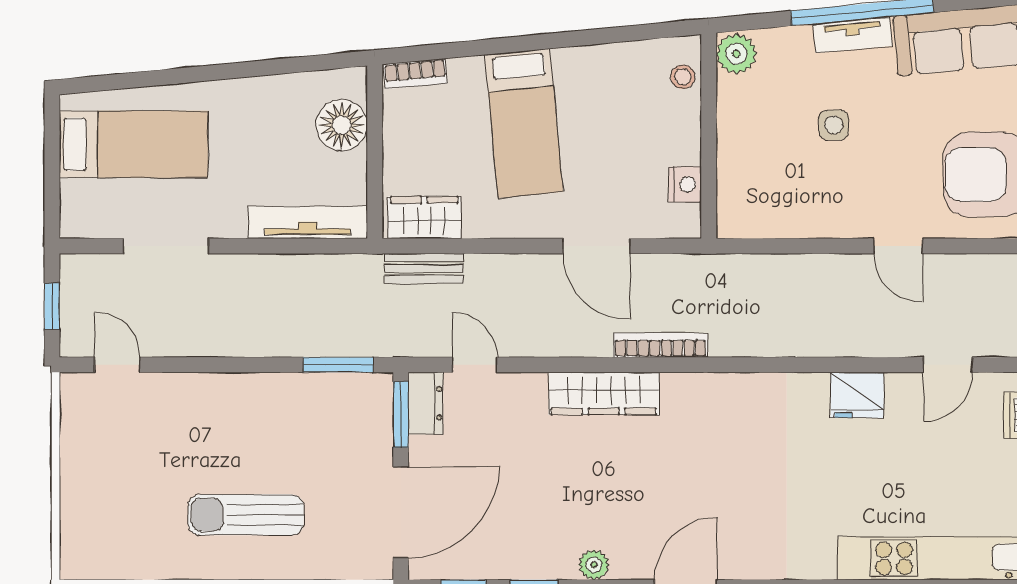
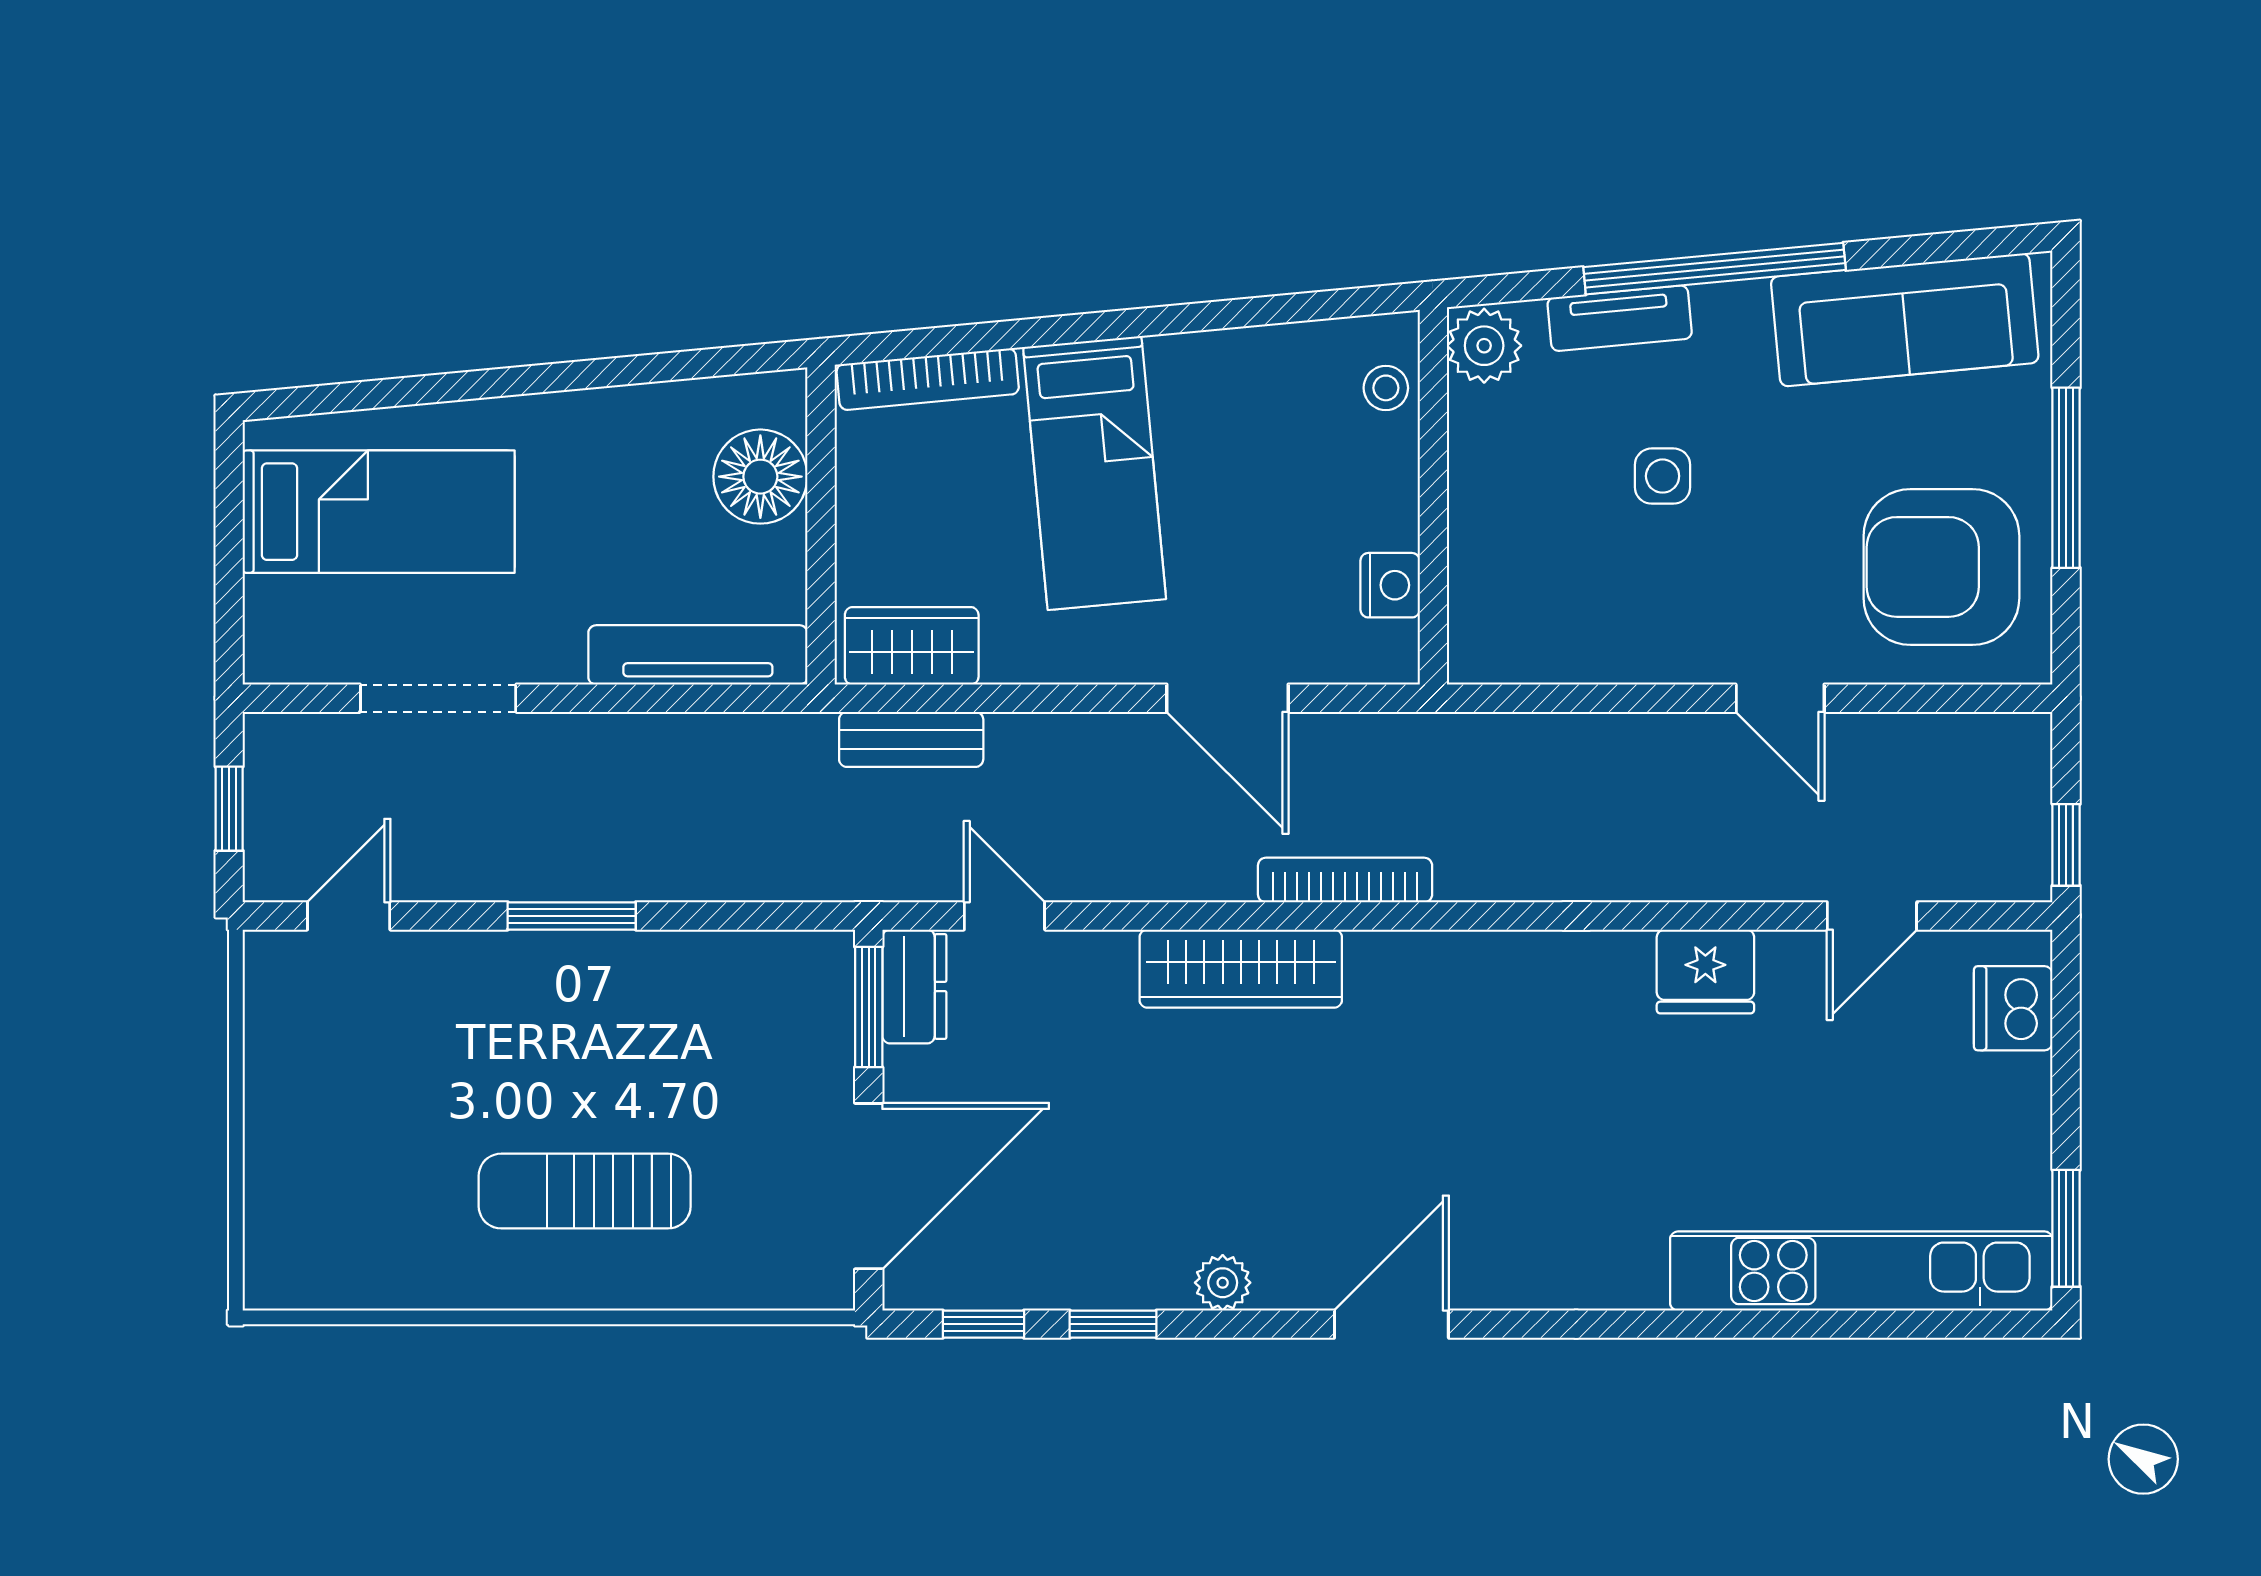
tv unit: (853, 35) -> (1620, 318), moved
bookcase: (415, 74) -> (928, 379), width x1.56
door: (117, 365) -> (349, 916), hinge flipped
window: (338, 365) -> (572, 916), moved

